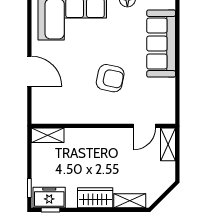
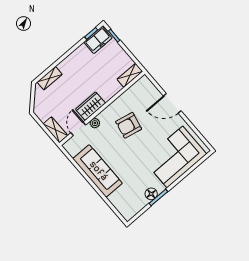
sofa: (161, 44) -> (98, 171), moved
armchair: (110, 78) -> (129, 125), moved
plant: (123, 117) -> (95, 123), added
wardrobe: (95, 198) -> (90, 106), moved, turned 180

